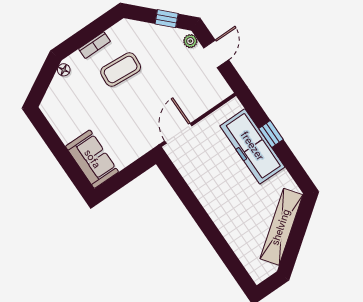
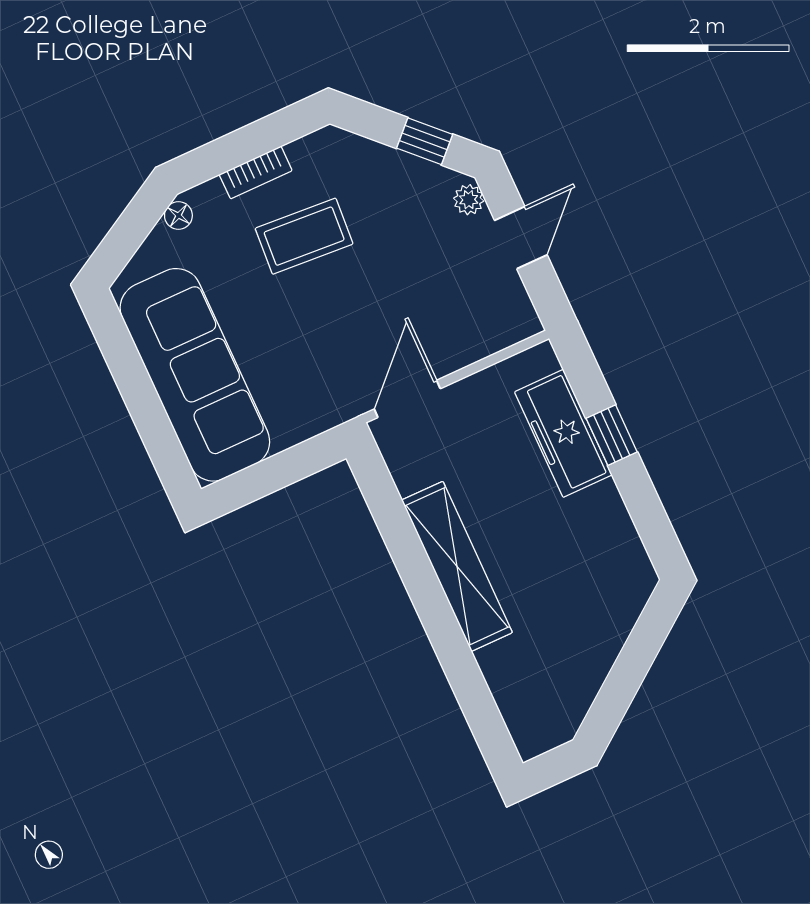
freezer: (252, 146) -> (563, 433), width x0.73, depth x0.79
sofa: (92, 159) -> (195, 375), width x1.85, depth x1.27
shelving: (281, 227) -> (457, 566), moved, turned -53

